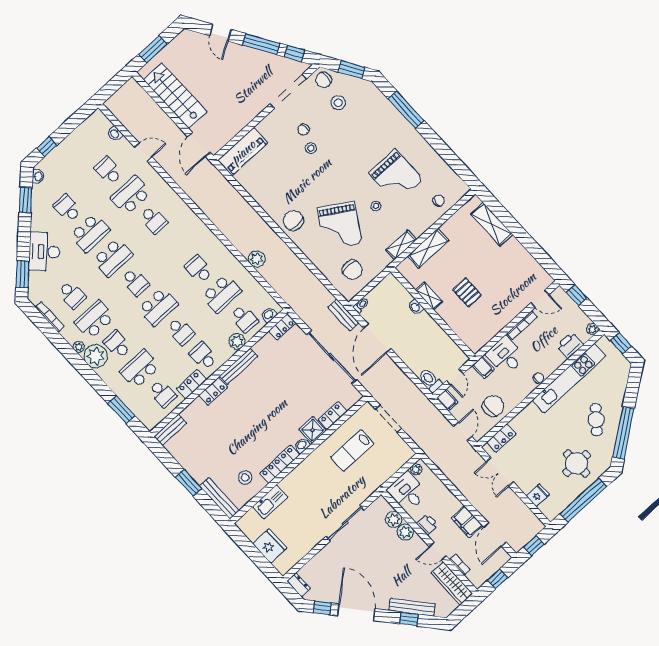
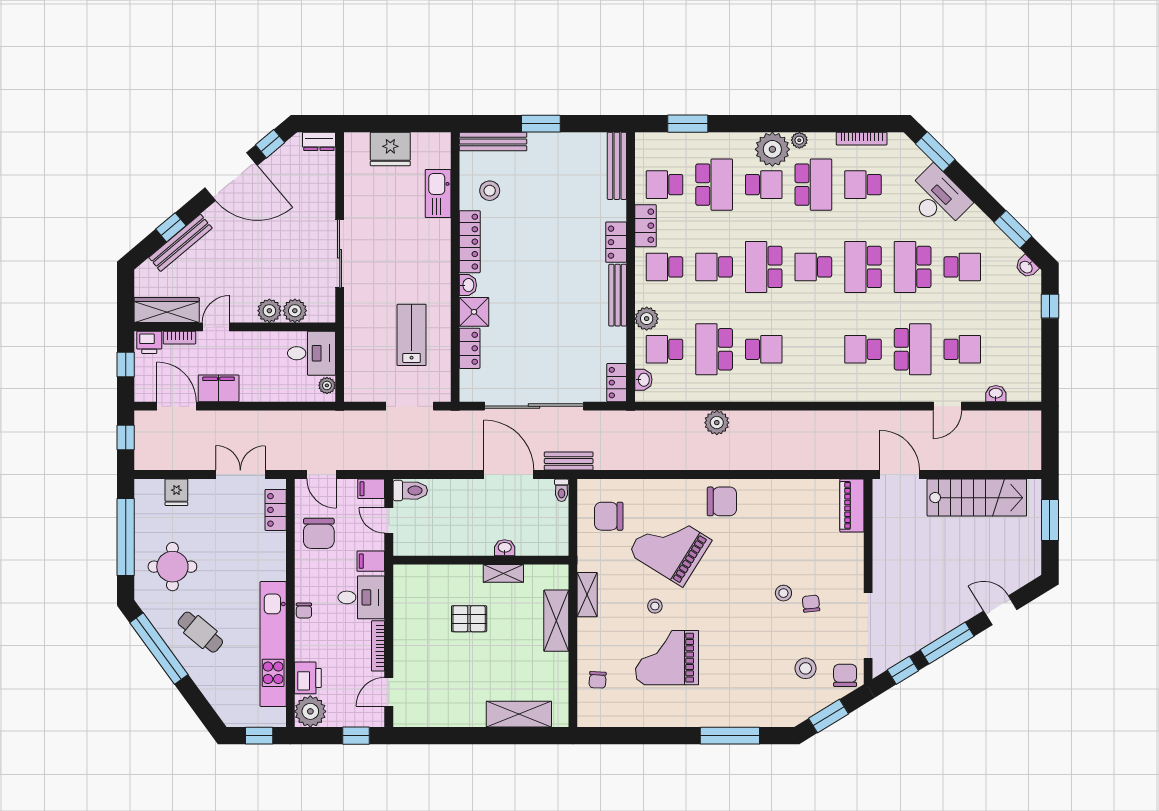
piano: (243, 152) -> (852, 505), width x0.73, depth x0.75
plant: (592, 329) -> (310, 711), width x1.88, depth x1.88
school desk: (203, 356) -> (664, 267), turned 180
bench: (170, 430) -> (617, 166), width x1.36
printer: (427, 524) -> (149, 342), moved

